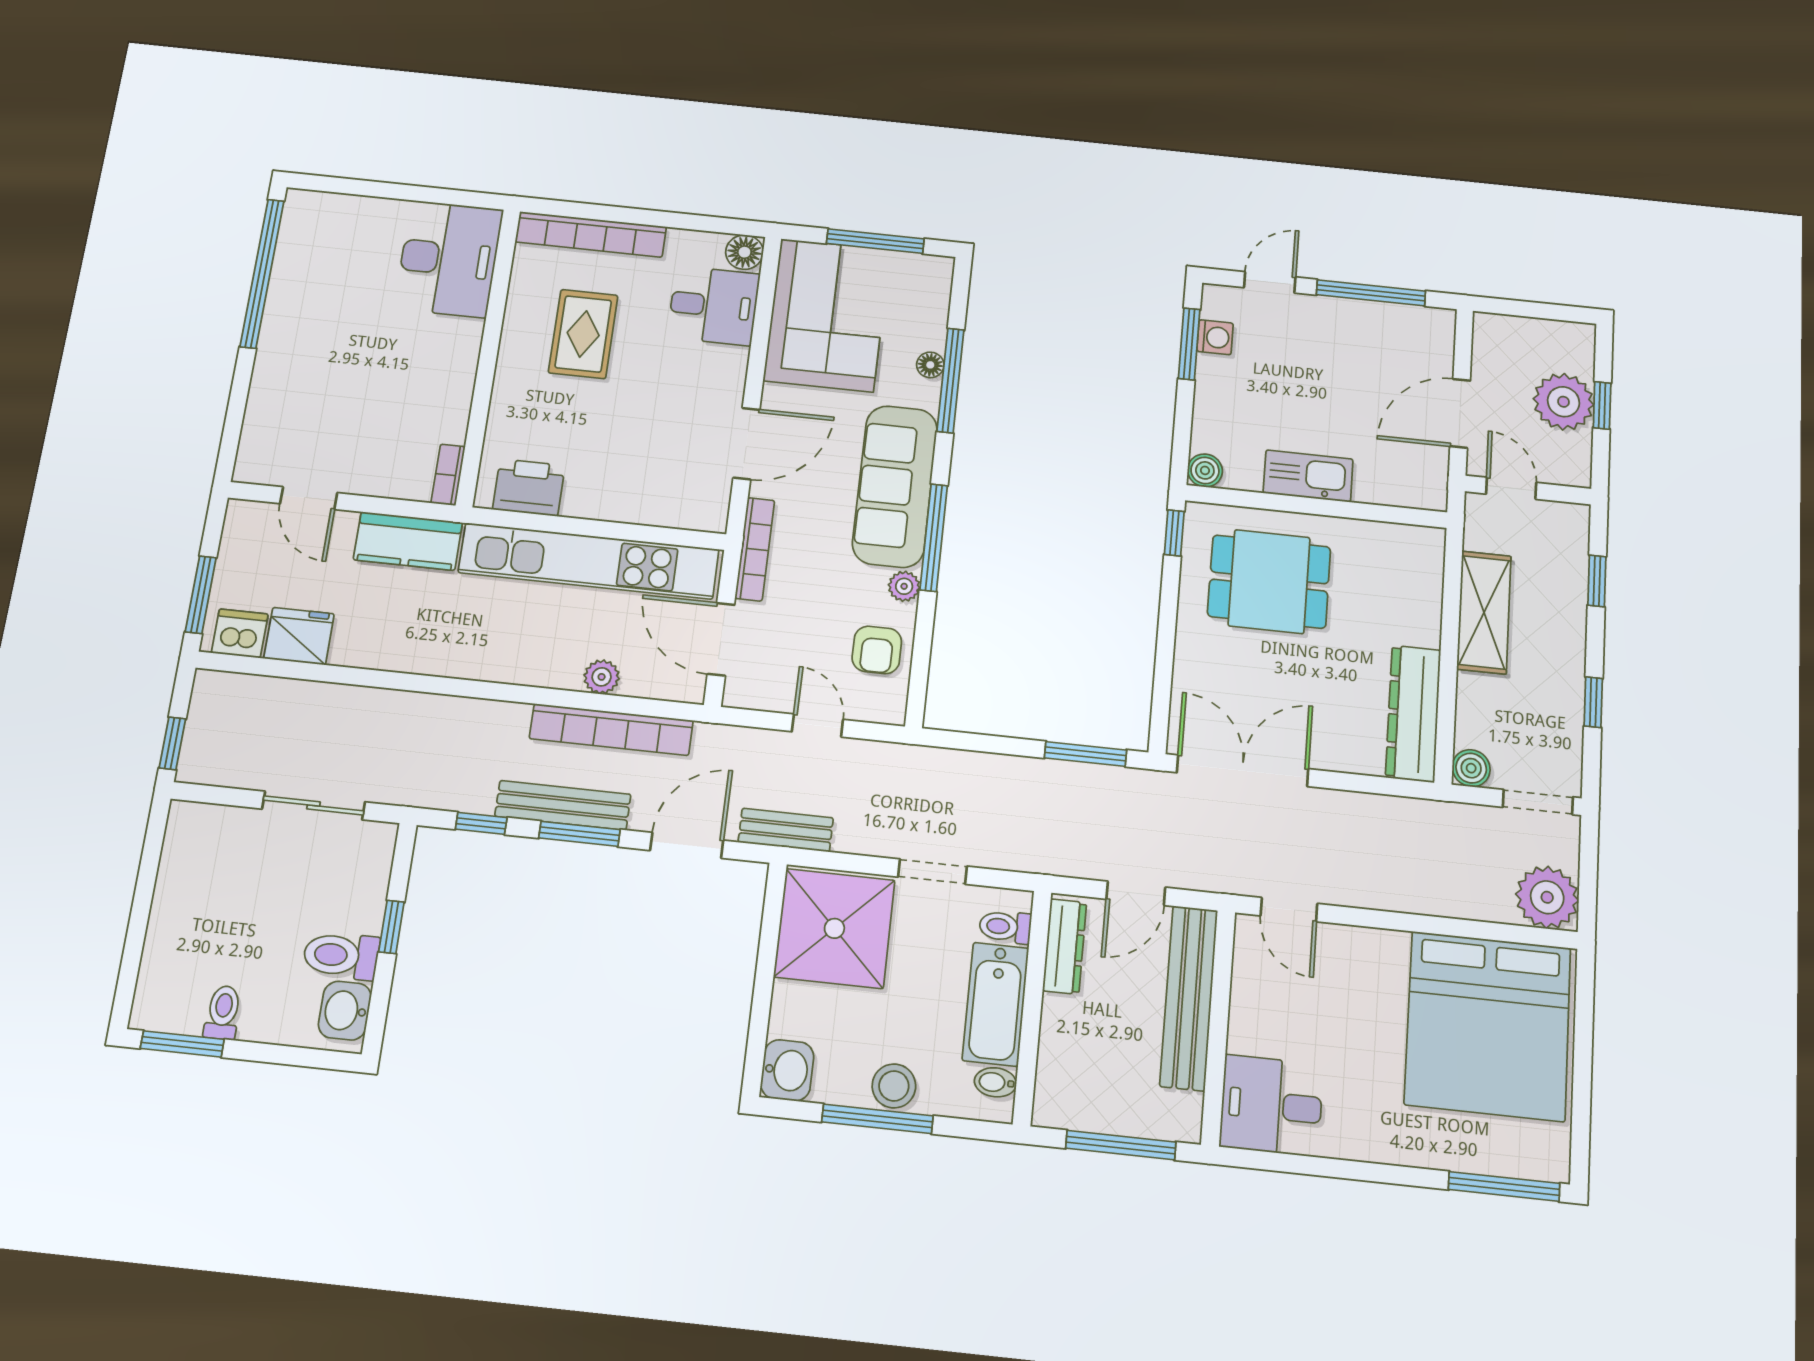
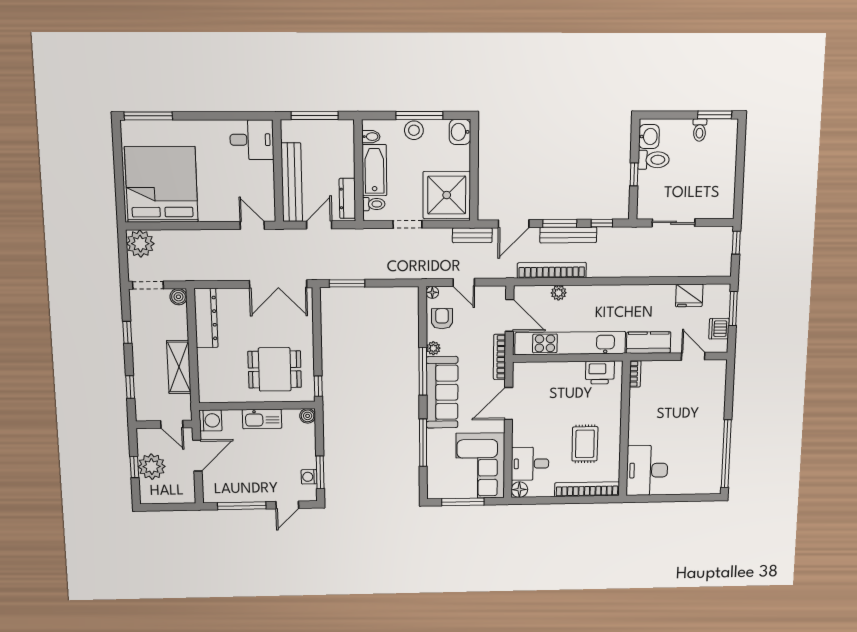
floor lamp: (930, 365) -> (432, 292), moved
washing machine: (1424, 486) -> (211, 420), added
dishwasher: (240, 633) -> (719, 329), moved, turned 90

